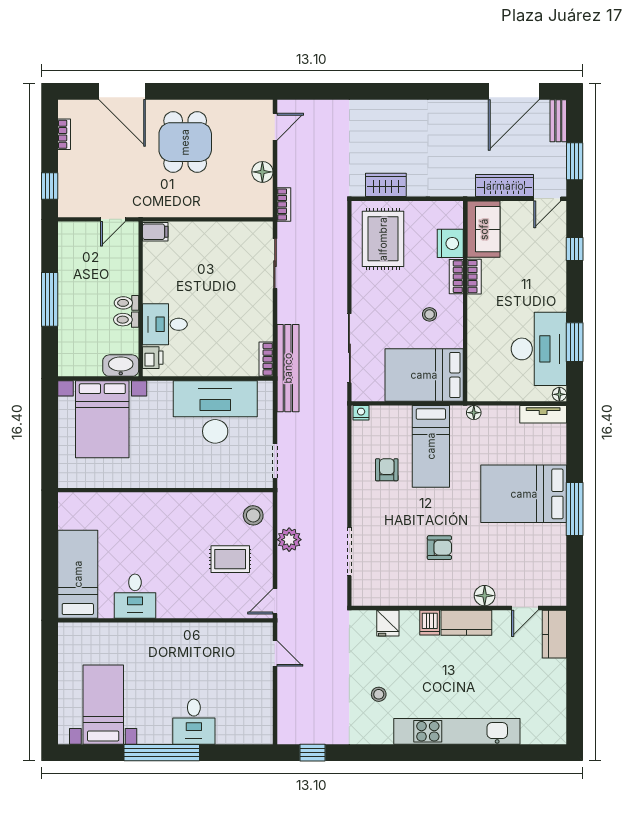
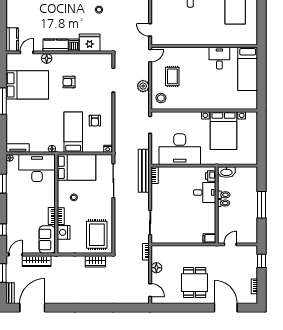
door: (275, 127) -> (150, 290), swing flipped
desk: (539, 349) -> (37, 168), moved, turned 90
bed with nightstands: (102, 419) -> (224, 131), moved, turned 180
bed: (524, 494) -> (27, 85), moved
rug: (230, 559) -> (172, 76), turned 90
fridge: (388, 623) -> (90, 43), width x1.88, depth x1.34

